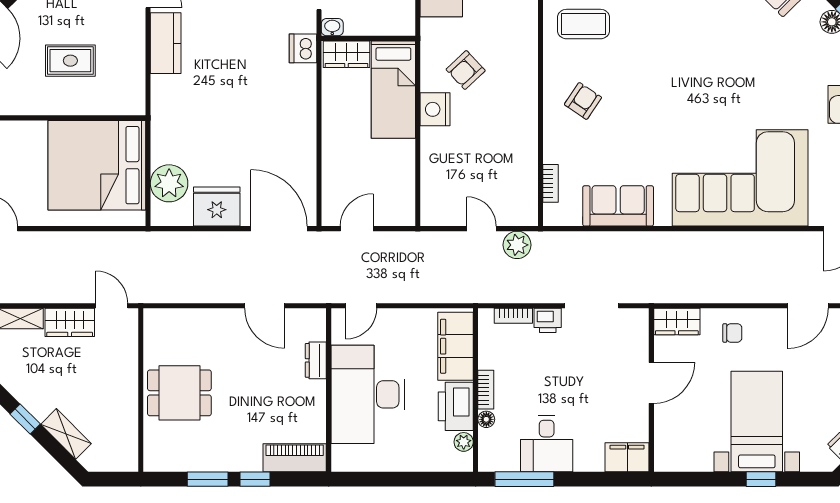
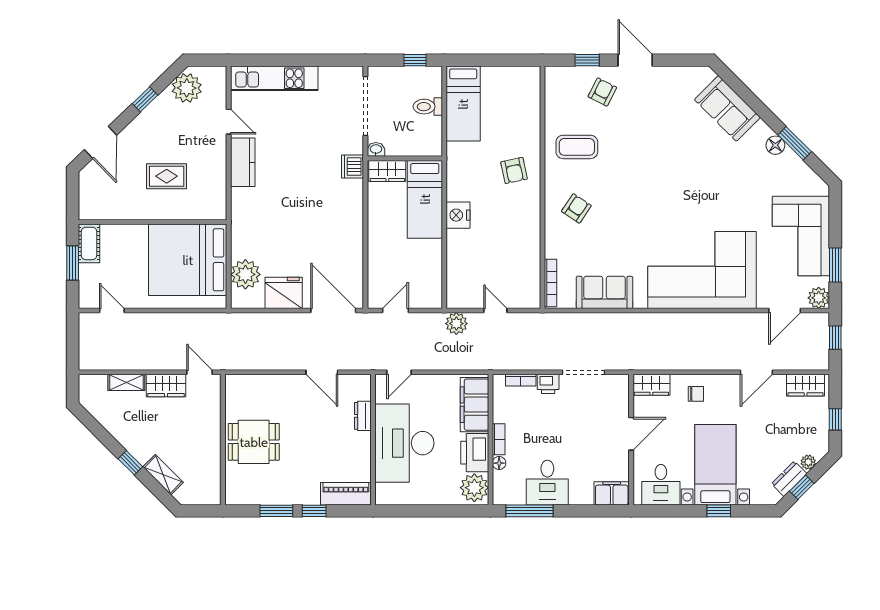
armchair: (466, 70) -> (514, 170), moved, turned -59
bookcase: (551, 183) -> (551, 283), width x1.56
plant: (517, 245) -> (456, 324), moved
plant: (464, 442) -> (474, 488), width x1.88, depth x1.88
desk: (689, 446) -> (661, 485), added

